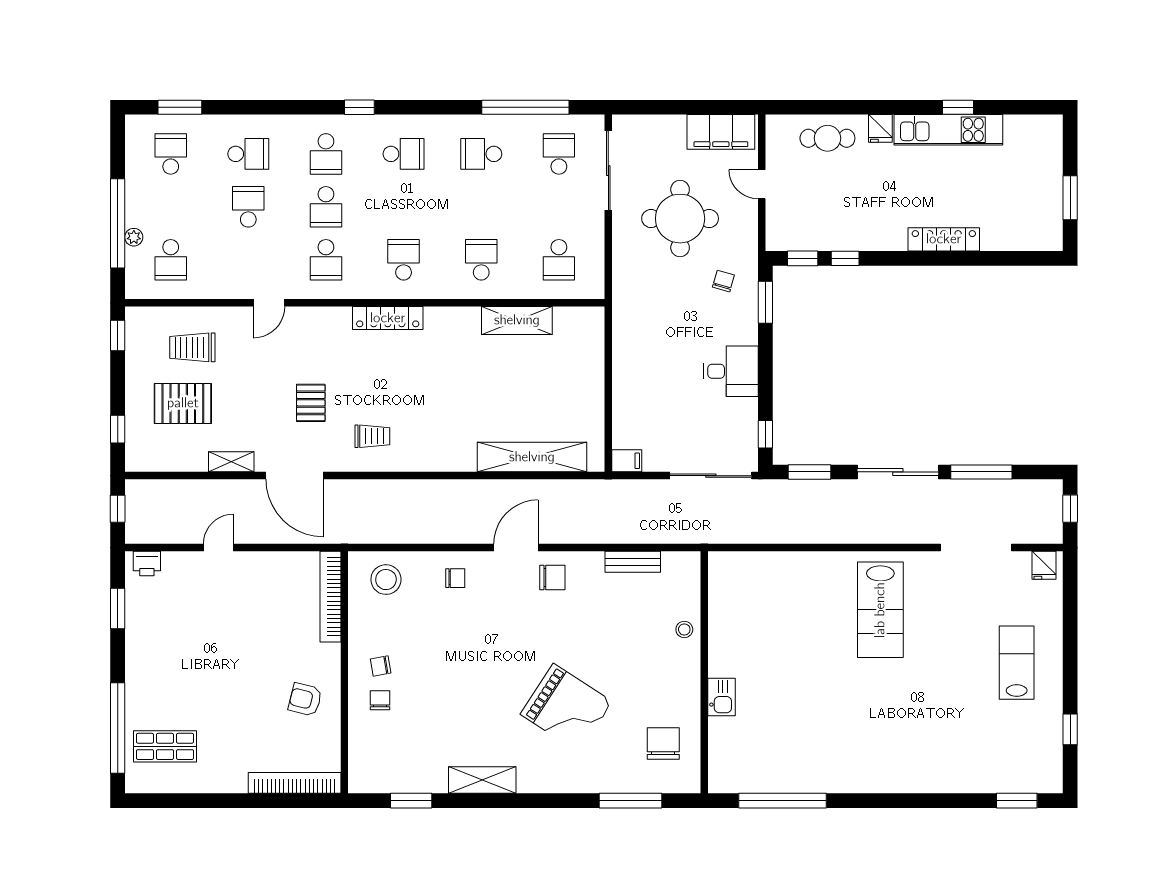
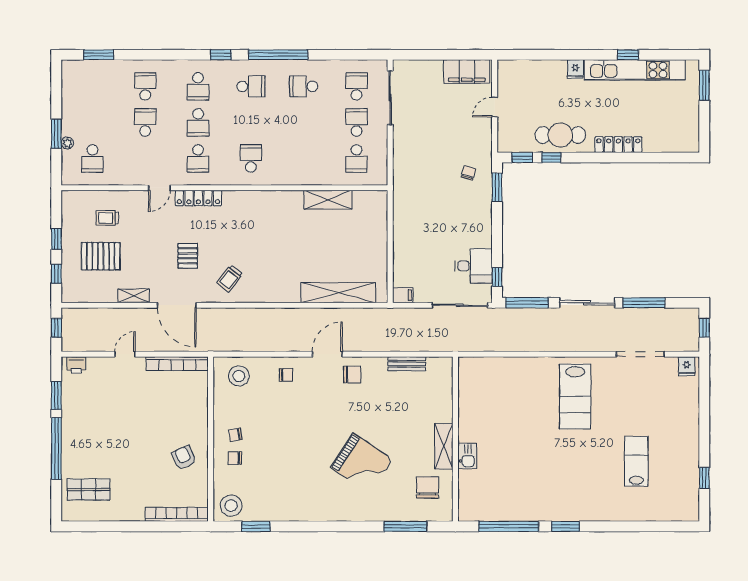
window: (525, 107) -> (278, 55), moved
kitchen unit: (948, 130) -> (635, 70), width x1.36
cafe table: (827, 138) -> (560, 135), moved, width x1.37, depth x1.35
school desk: (171, 154) -> (92, 86), removed
school desk: (248, 154) -> (145, 86), turned -90
door: (762, 184) -> (495, 107), hinge flipped
window: (1070, 198) -> (704, 85), moved
round table: (680, 219) -> (439, 130), removed
window: (118, 223) -> (56, 134), width x0.47
school desk: (481, 260) -> (357, 122), moved
locker: (388, 318) -> (198, 198), moved
window: (118, 336) -> (56, 239), moved
trolley: (192, 347) -> (107, 218), width x0.73, depth x0.72
desk: (731, 371) -> (474, 266), moved
trolley: (372, 436) -> (230, 278), turned 128
window: (809, 472) -> (527, 303), width x1.44
bookcase: (330, 597) -> (177, 364), moved, turned -90
stool: (684, 629) -> (231, 506), moved, width x1.89, depth x1.89
lab bench: (1017, 663) -> (636, 461), moved
armchair: (305, 699) -> (184, 458), turned 51
chair: (380, 700) -> (235, 458), turned -90
window: (118, 728) -> (56, 448), moved
shelving: (482, 780) -> (444, 446), moved, turned 90
window: (1017, 801) -> (566, 526), moved

